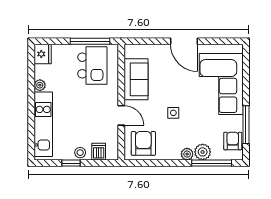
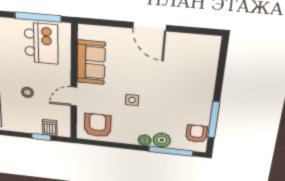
corner sofa: (221, 84) -> (190, 77), removed
door: (121, 115) -> (74, 97), swing flipped
stool: (80, 153) -> (27, 92), moved
window: (71, 163) -> (41, 137), moved

